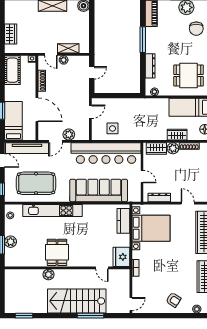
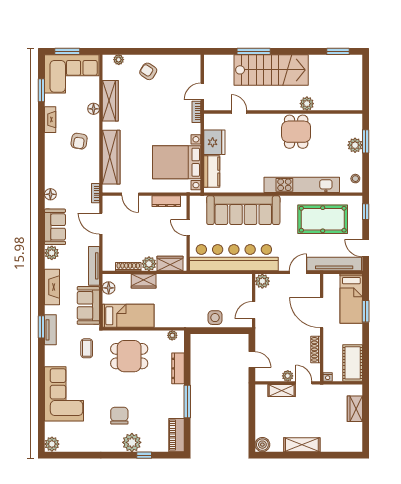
door: (92, 73) -> (252, 360), swing flipped
side table: (113, 128) -> (215, 318), moved
plant: (69, 135) -> (262, 281), moved
fridge: (121, 257) -> (214, 142), moved
door: (131, 304) -> (202, 91), moved

